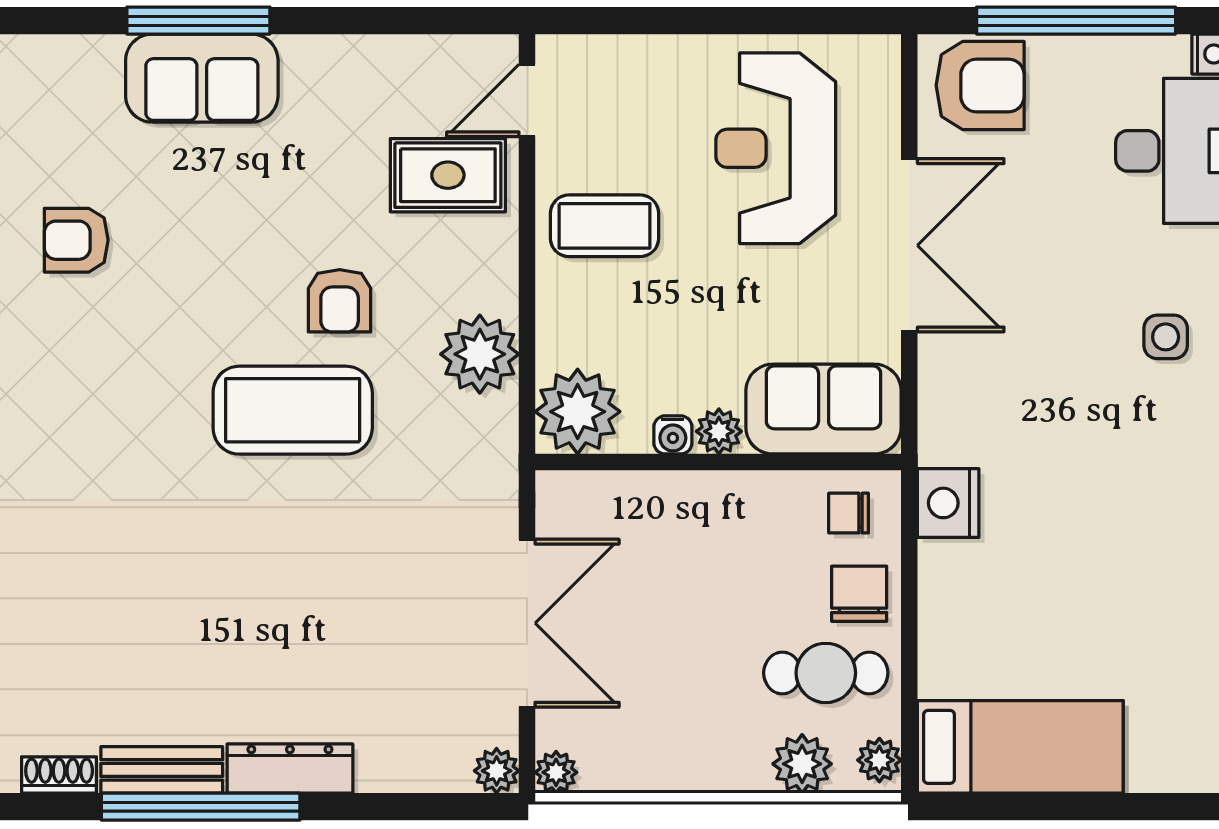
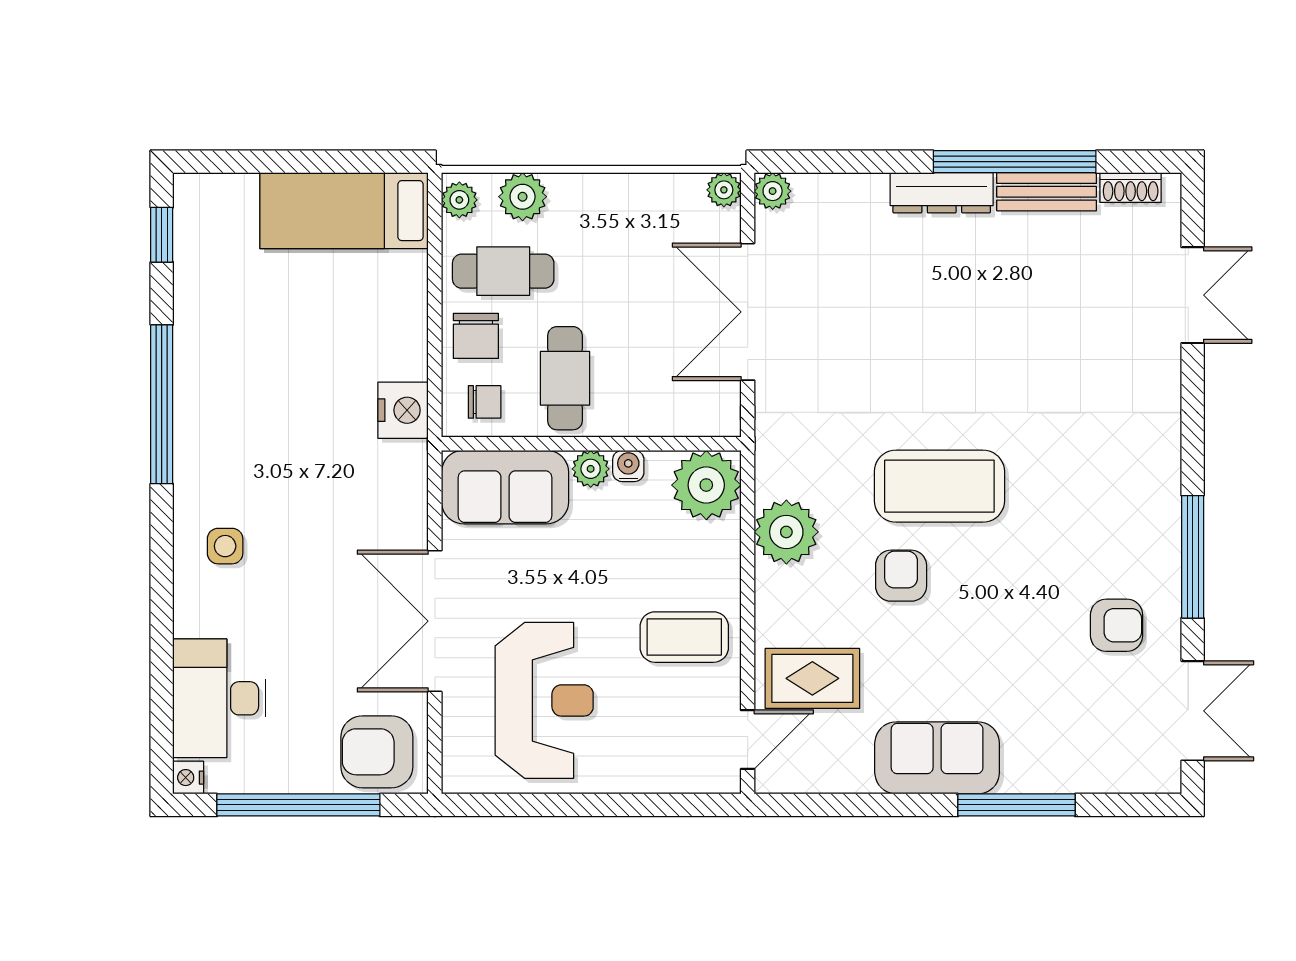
sofa: (202, 78) -> (937, 758), moved
cafe table: (750, 542) -> (565, 378), added

